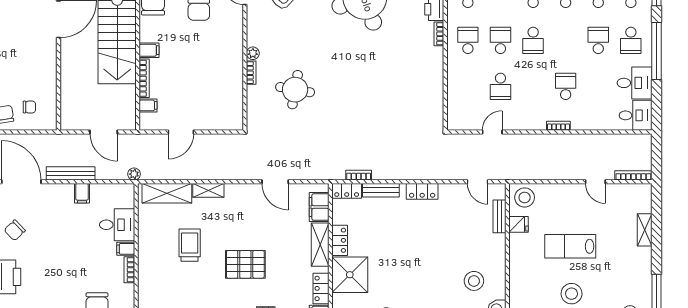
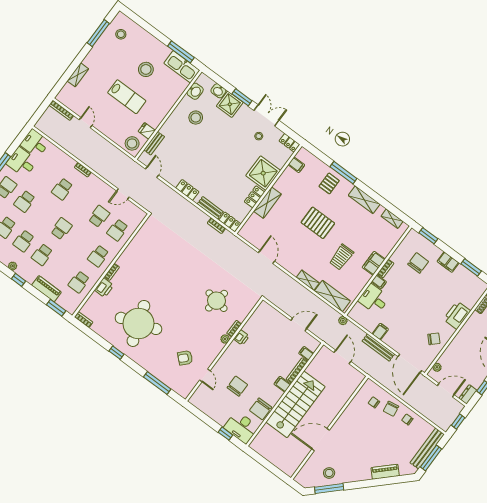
school desk: (500, 40) -> (117, 230), moved
printer: (235, 69) -> (241, 337), added
filing cabinet: (319, 207) -> (374, 263), moved, turned 180
locker: (321, 288) -> (285, 178), removed

